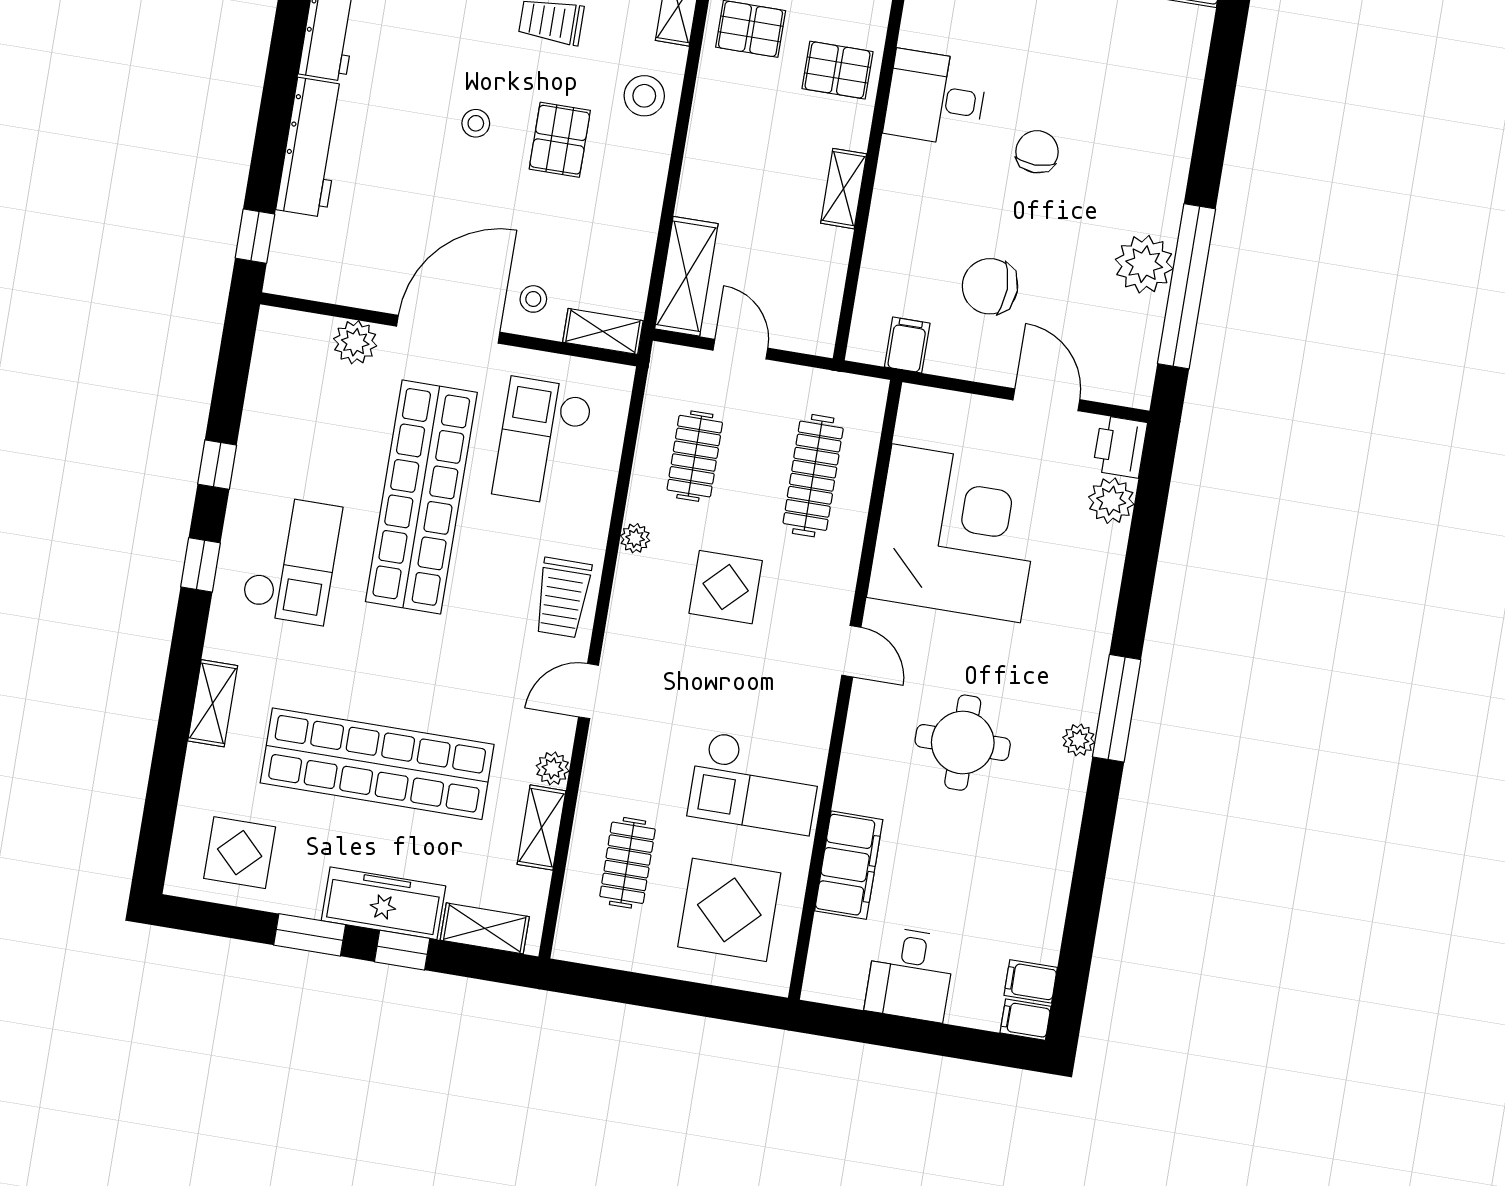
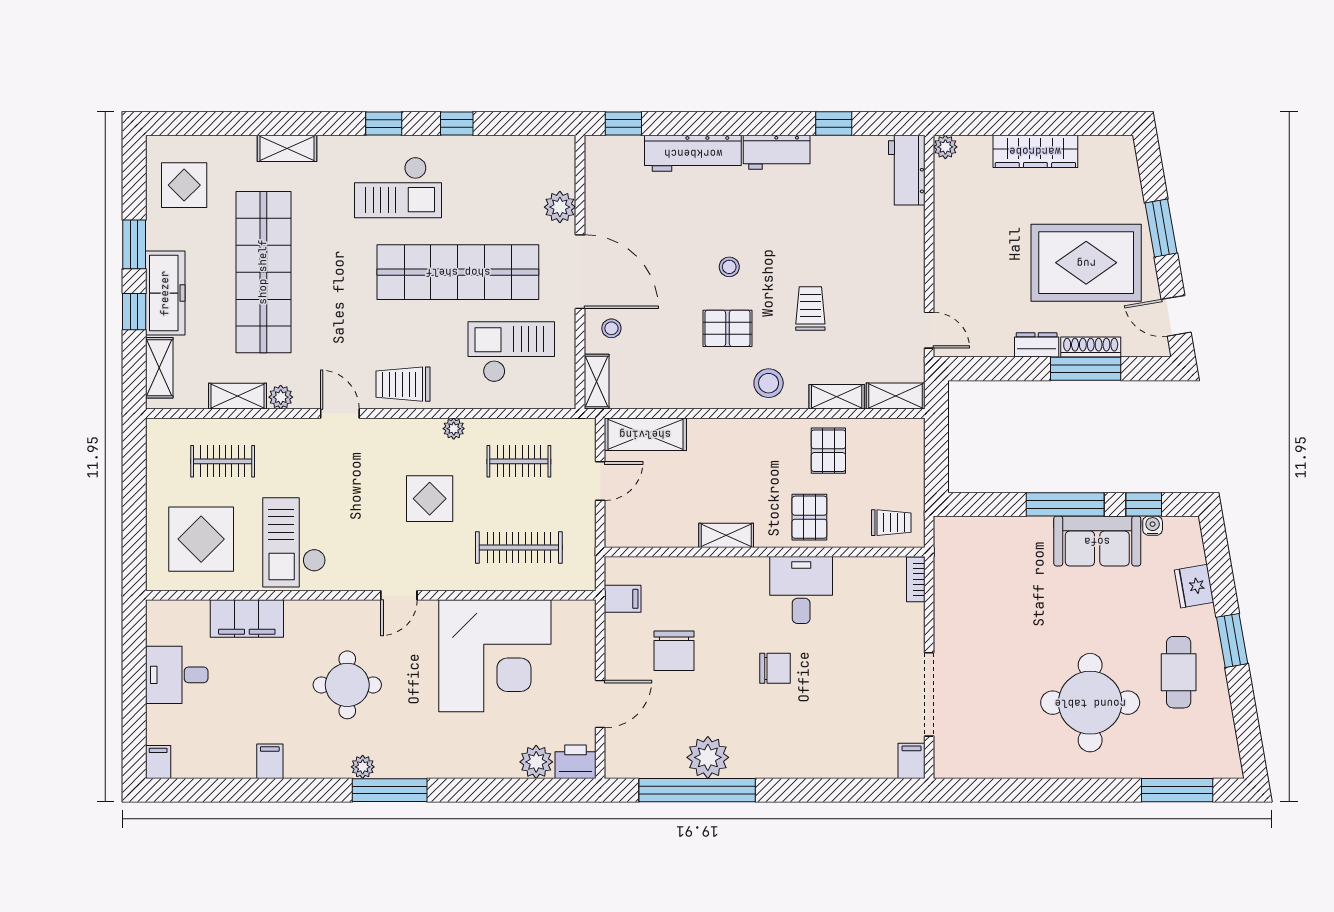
chair: (990, 286) -> (674, 651), turned 180
filing cabinet: (1031, 981) -> (270, 761), moved

